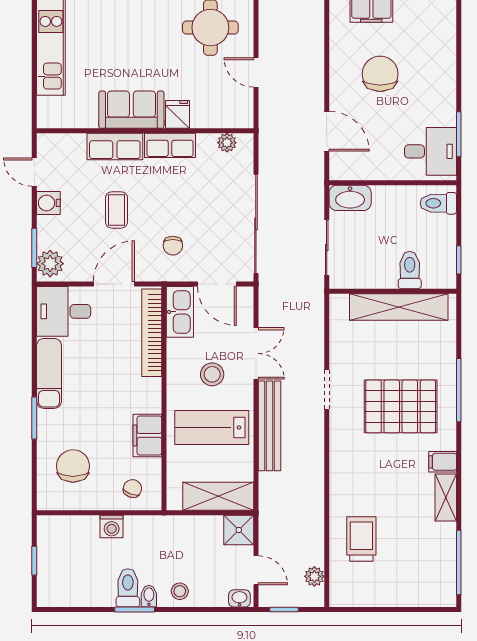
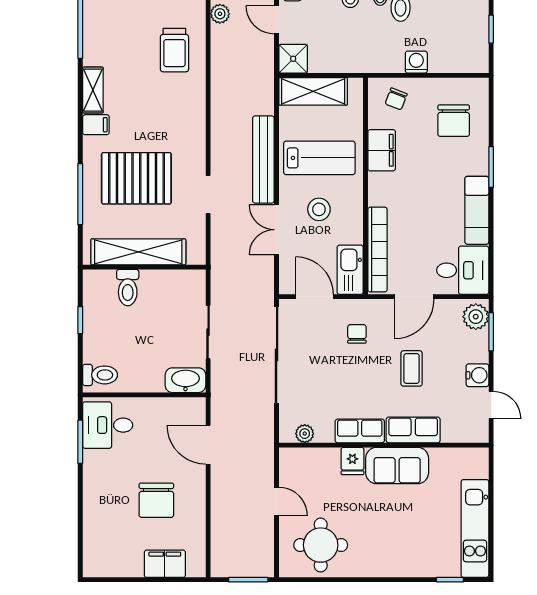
toilet: (410, 270) -> (128, 288), moved
wall: (393, 291) -> (144, 267), moved
shelving: (399, 307) -> (138, 252), moved

